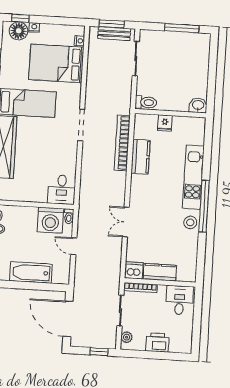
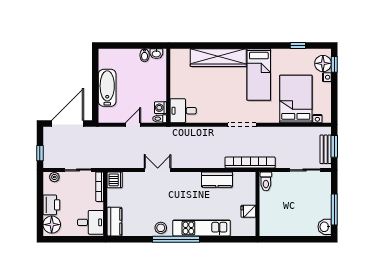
washbasin: (198, 105) -> (325, 227), moved, turned 180
fridge: (165, 123) -> (248, 211), moved
bookcase: (122, 143) -> (250, 162), moved
washing machine: (50, 220) -> (160, 108), width x0.53, depth x0.53
kitchen counter: (160, 272) -> (114, 222), moved
floor lamp: (179, 343) -> (52, 225), added

